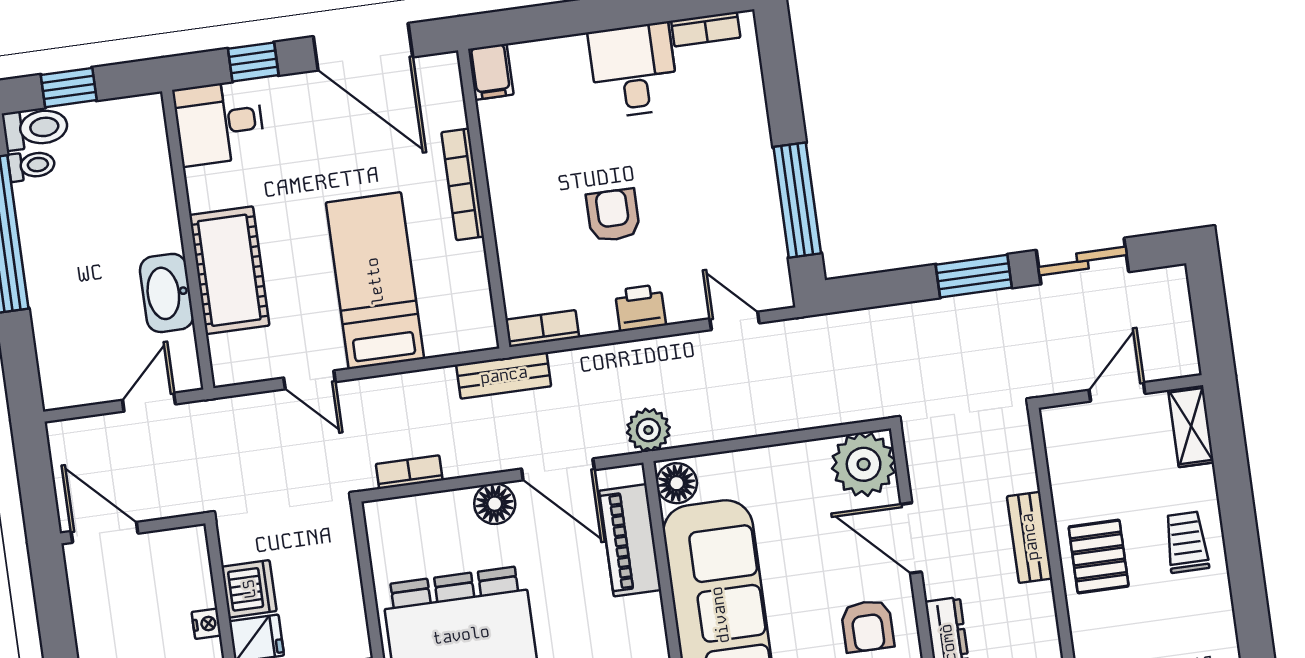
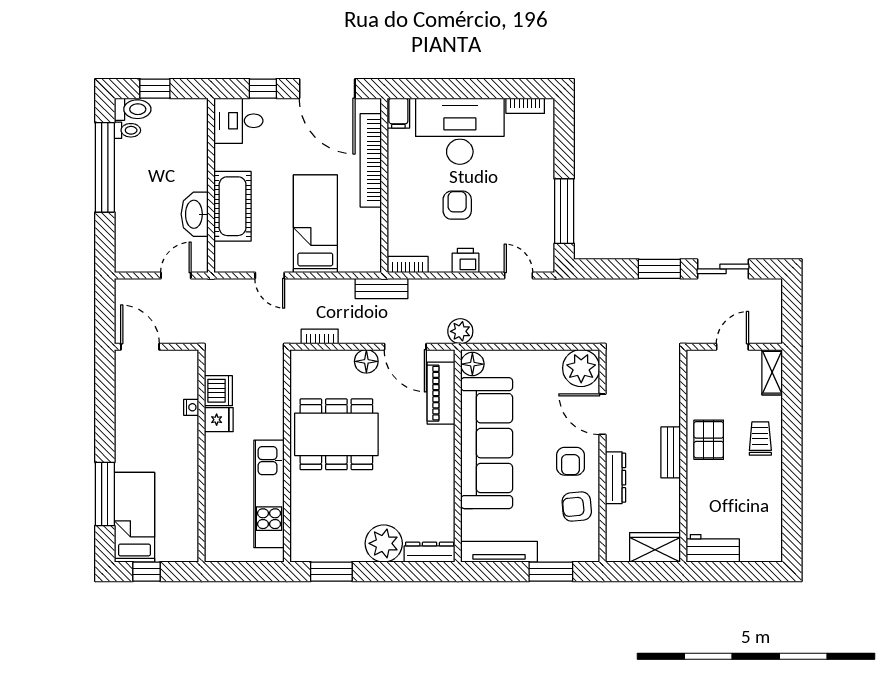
desk: (633, 70) -> (460, 131), width x1.87, depth x1.30
bookcase: (463, 184) -> (371, 160), width x1.48, depth x1.31
bench: (1030, 537) -> (671, 452), moved

